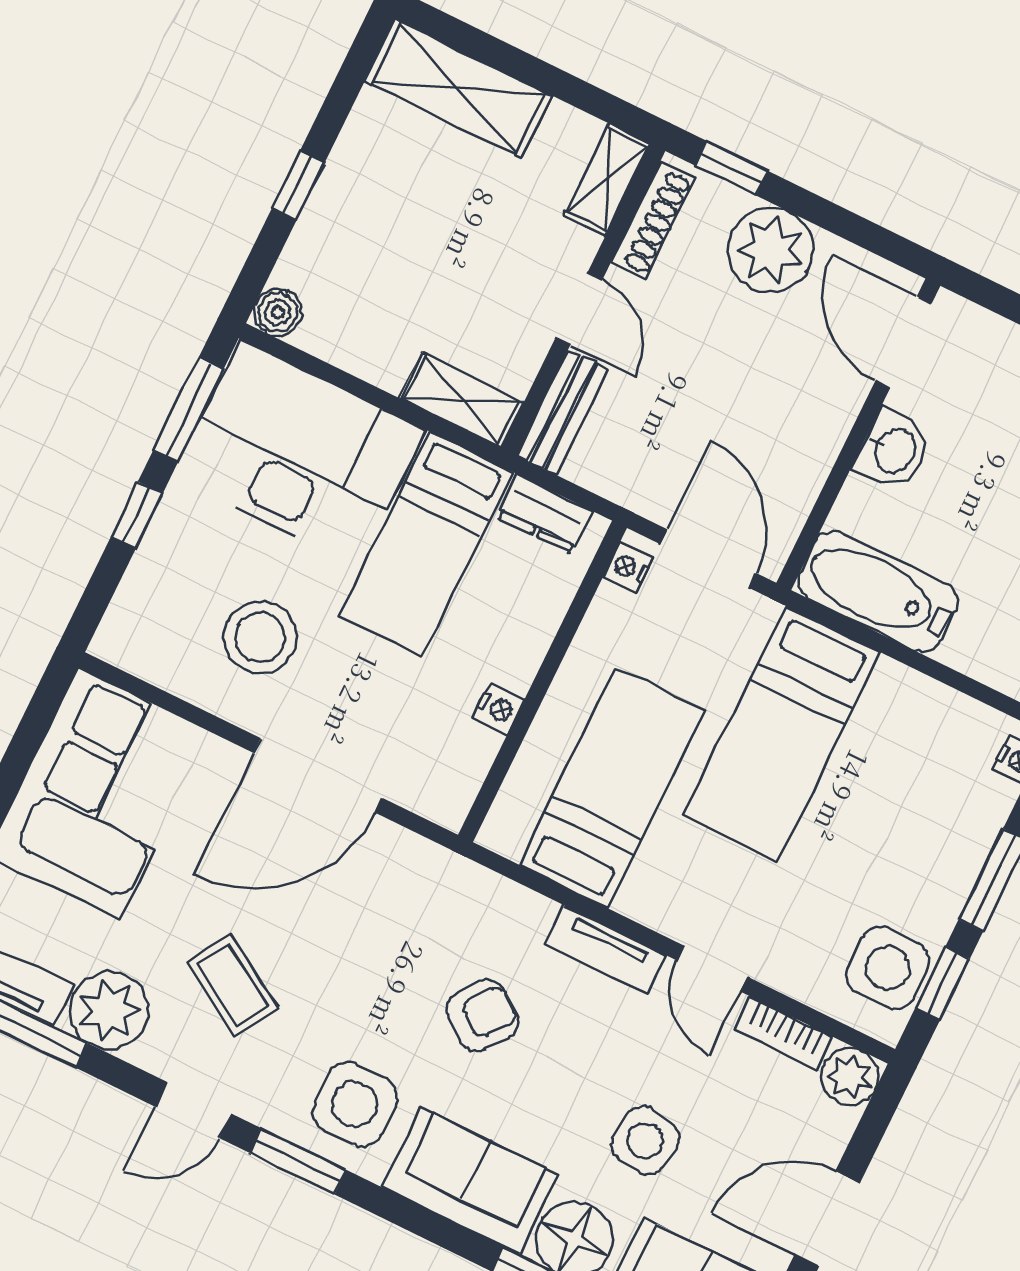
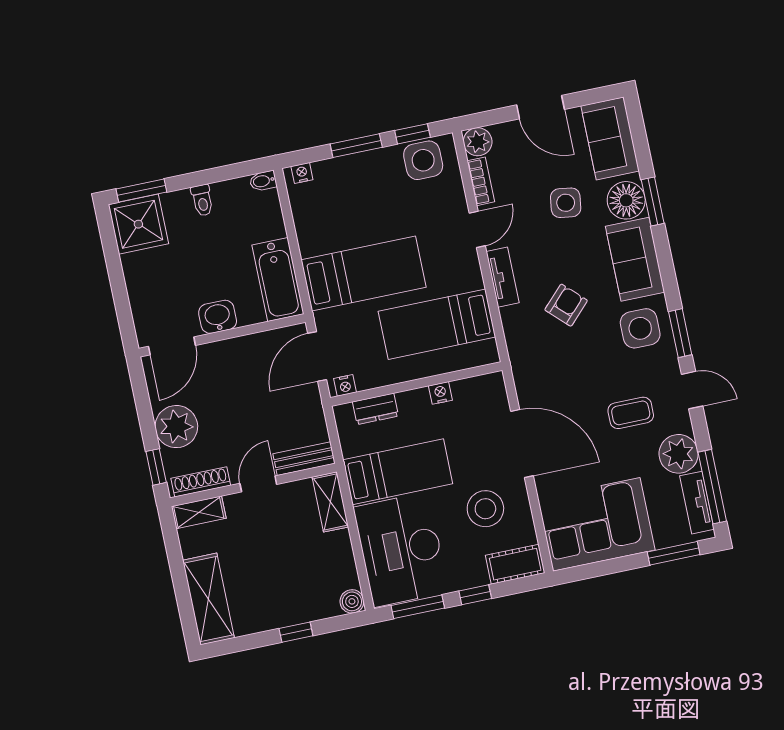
dresser: (545, 514) -> (375, 409), moved, turned 90
cot: (136, 616) -> (515, 564), added
coffee table: (233, 985) -> (631, 413), turned 59
armchair: (483, 1015) -> (566, 305), turned 96

